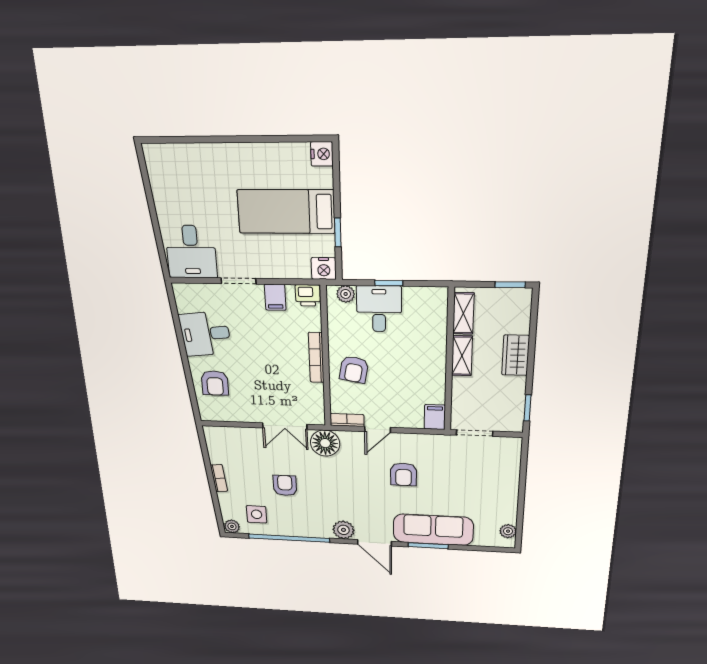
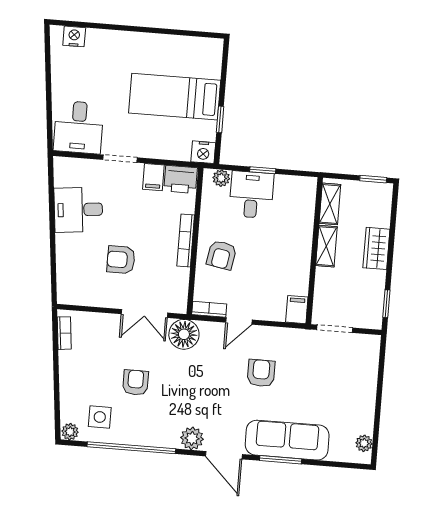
nightstand: (322, 154) -> (74, 36), moved, turned -90
printer: (308, 295) -> (181, 179), width x1.36, depth x1.24
armchair: (215, 383) -> (121, 260), moved, turned 90
armchair: (404, 474) -> (261, 373), turned 180
bookcase: (219, 478) -> (64, 333), moved

